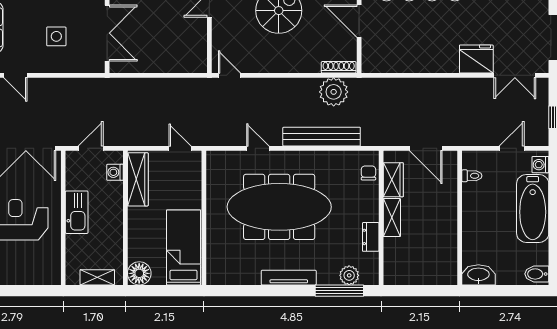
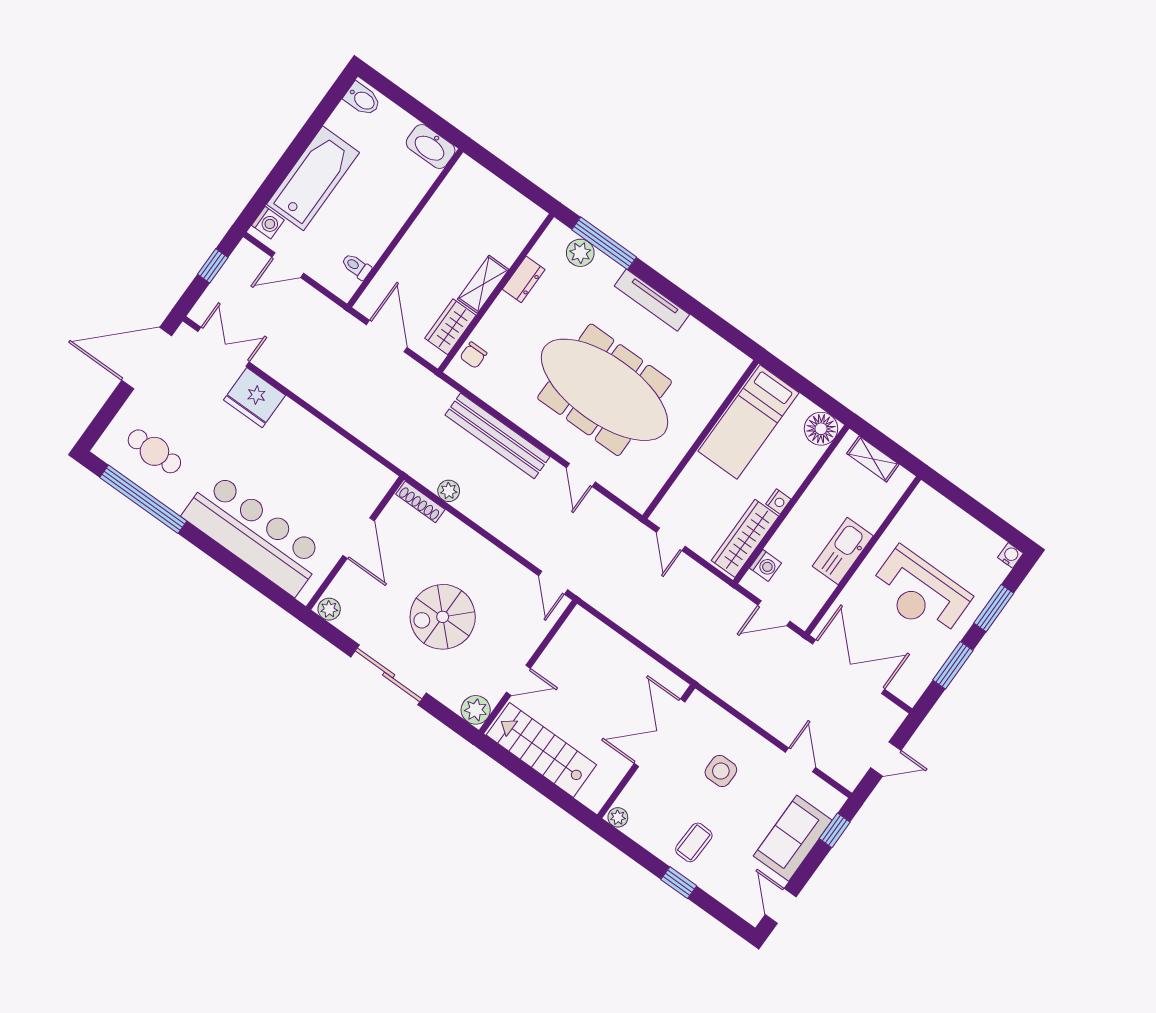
plant: (334, 92) -> (449, 491), width x0.53, depth x0.53
nightstand: (134, 214) -> (778, 502), added

